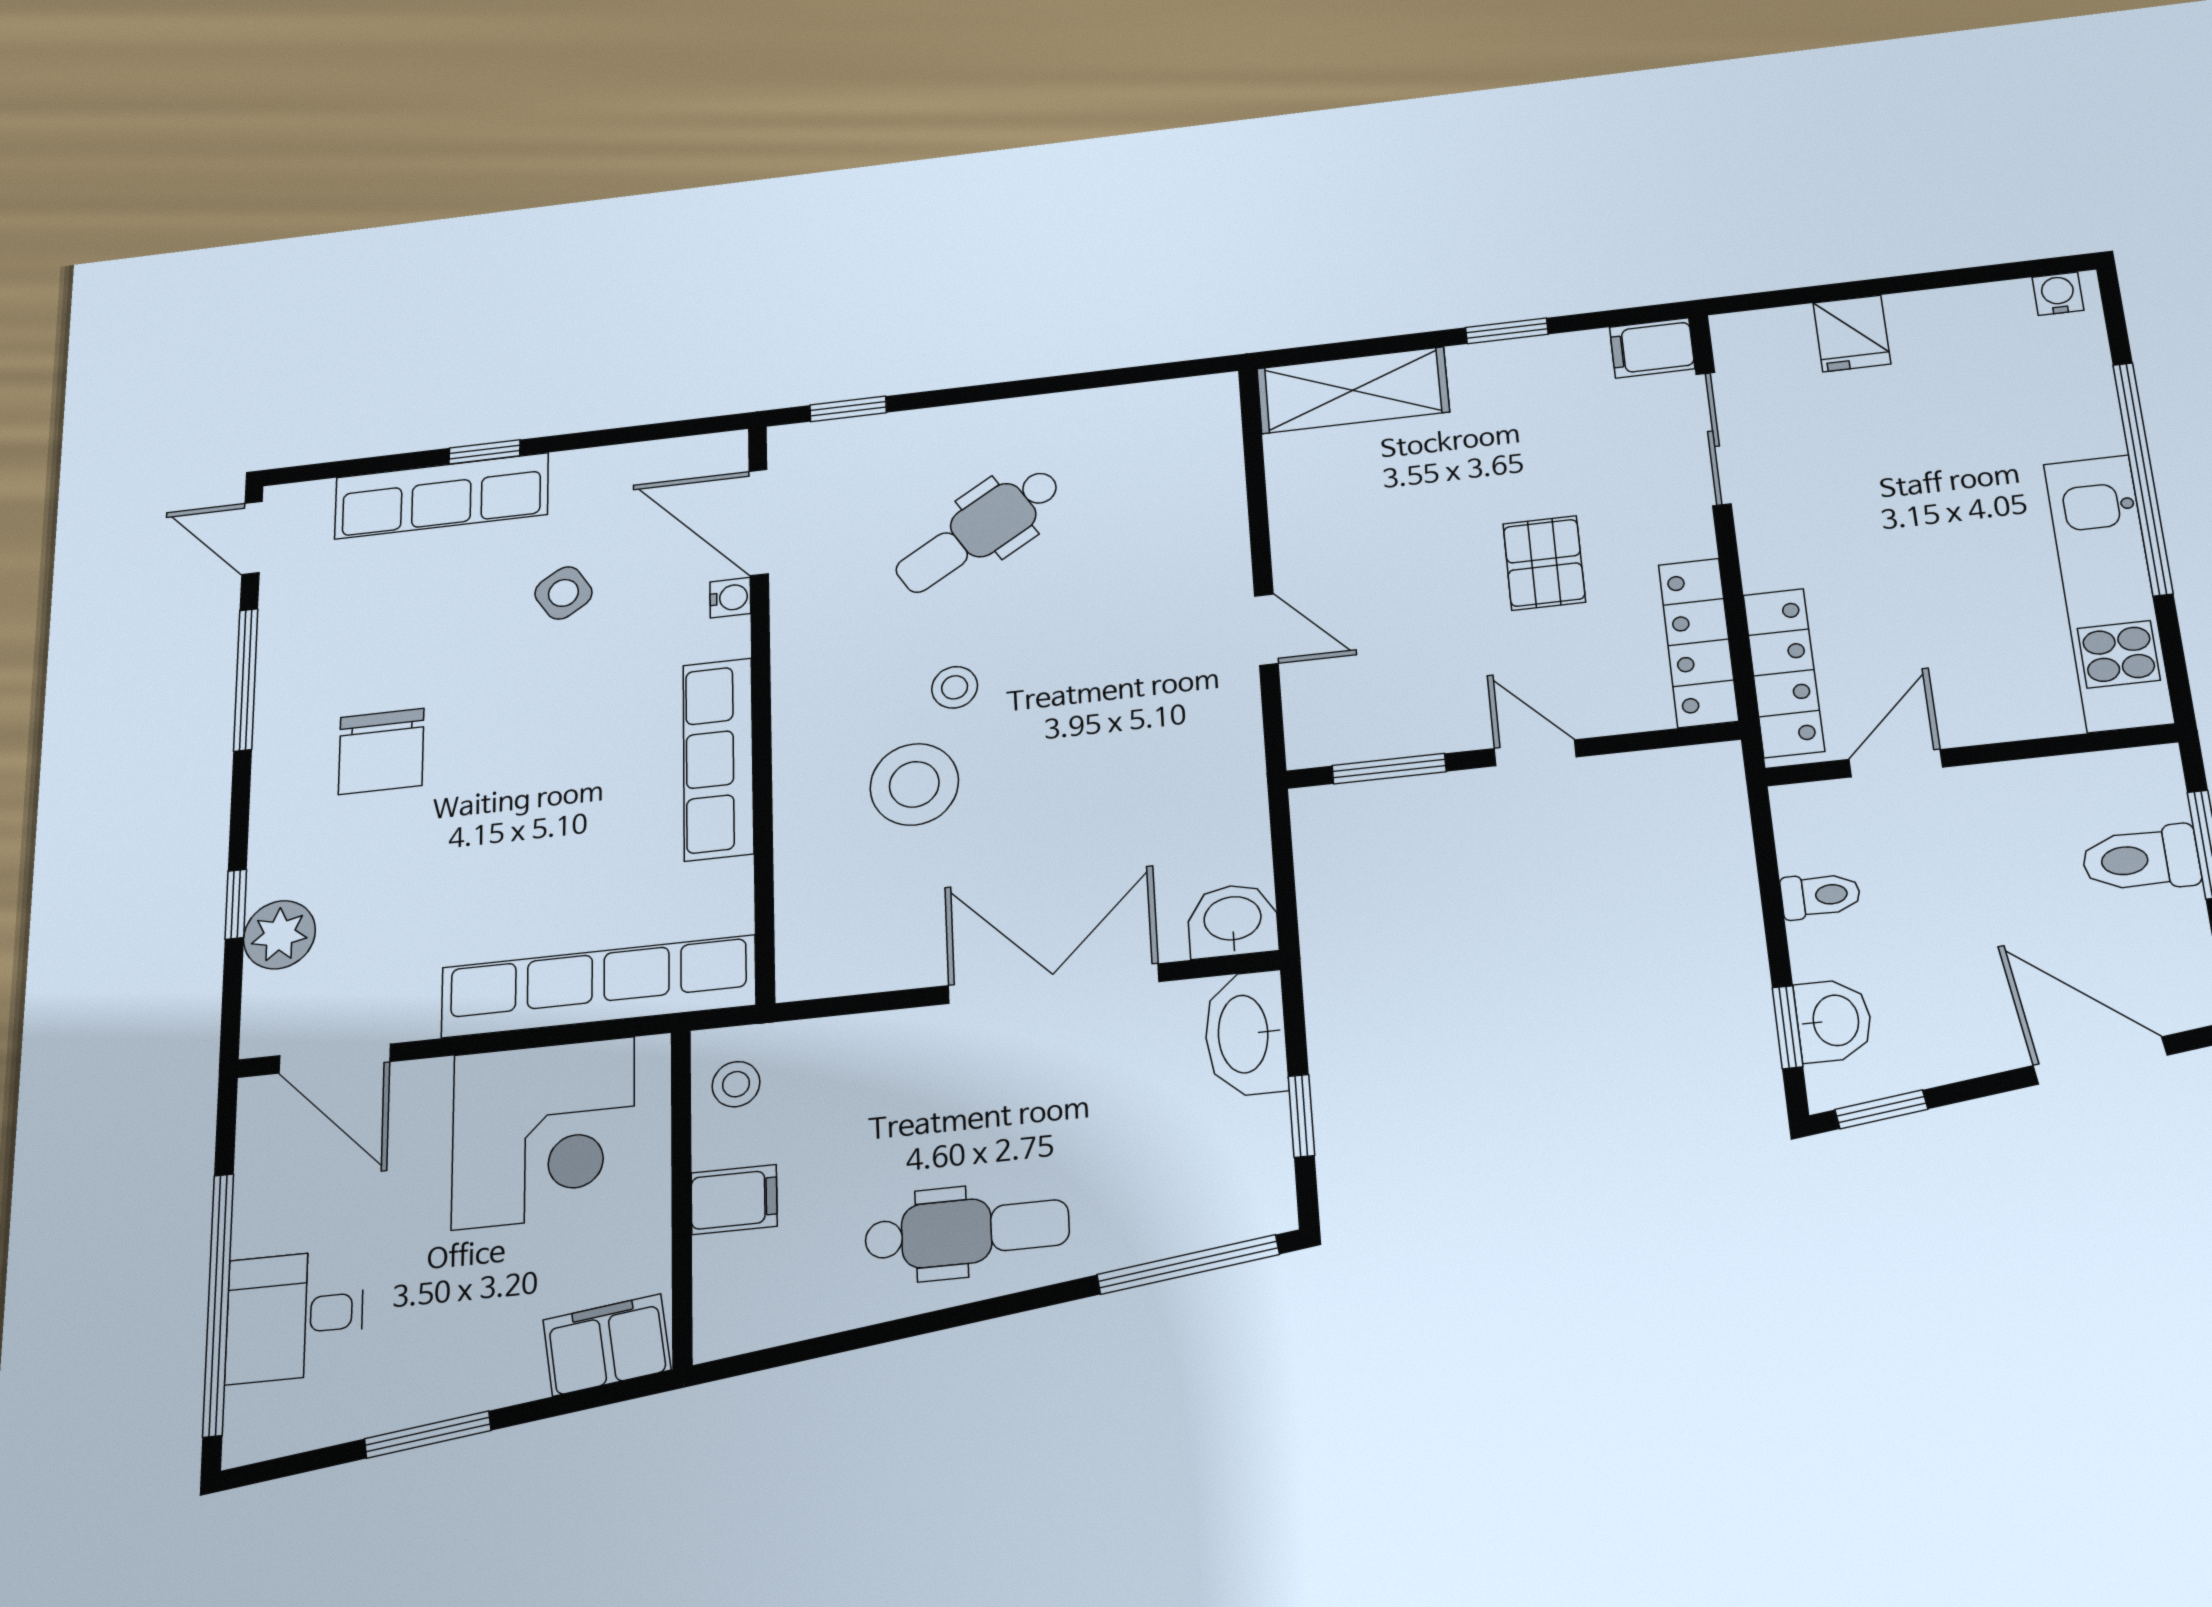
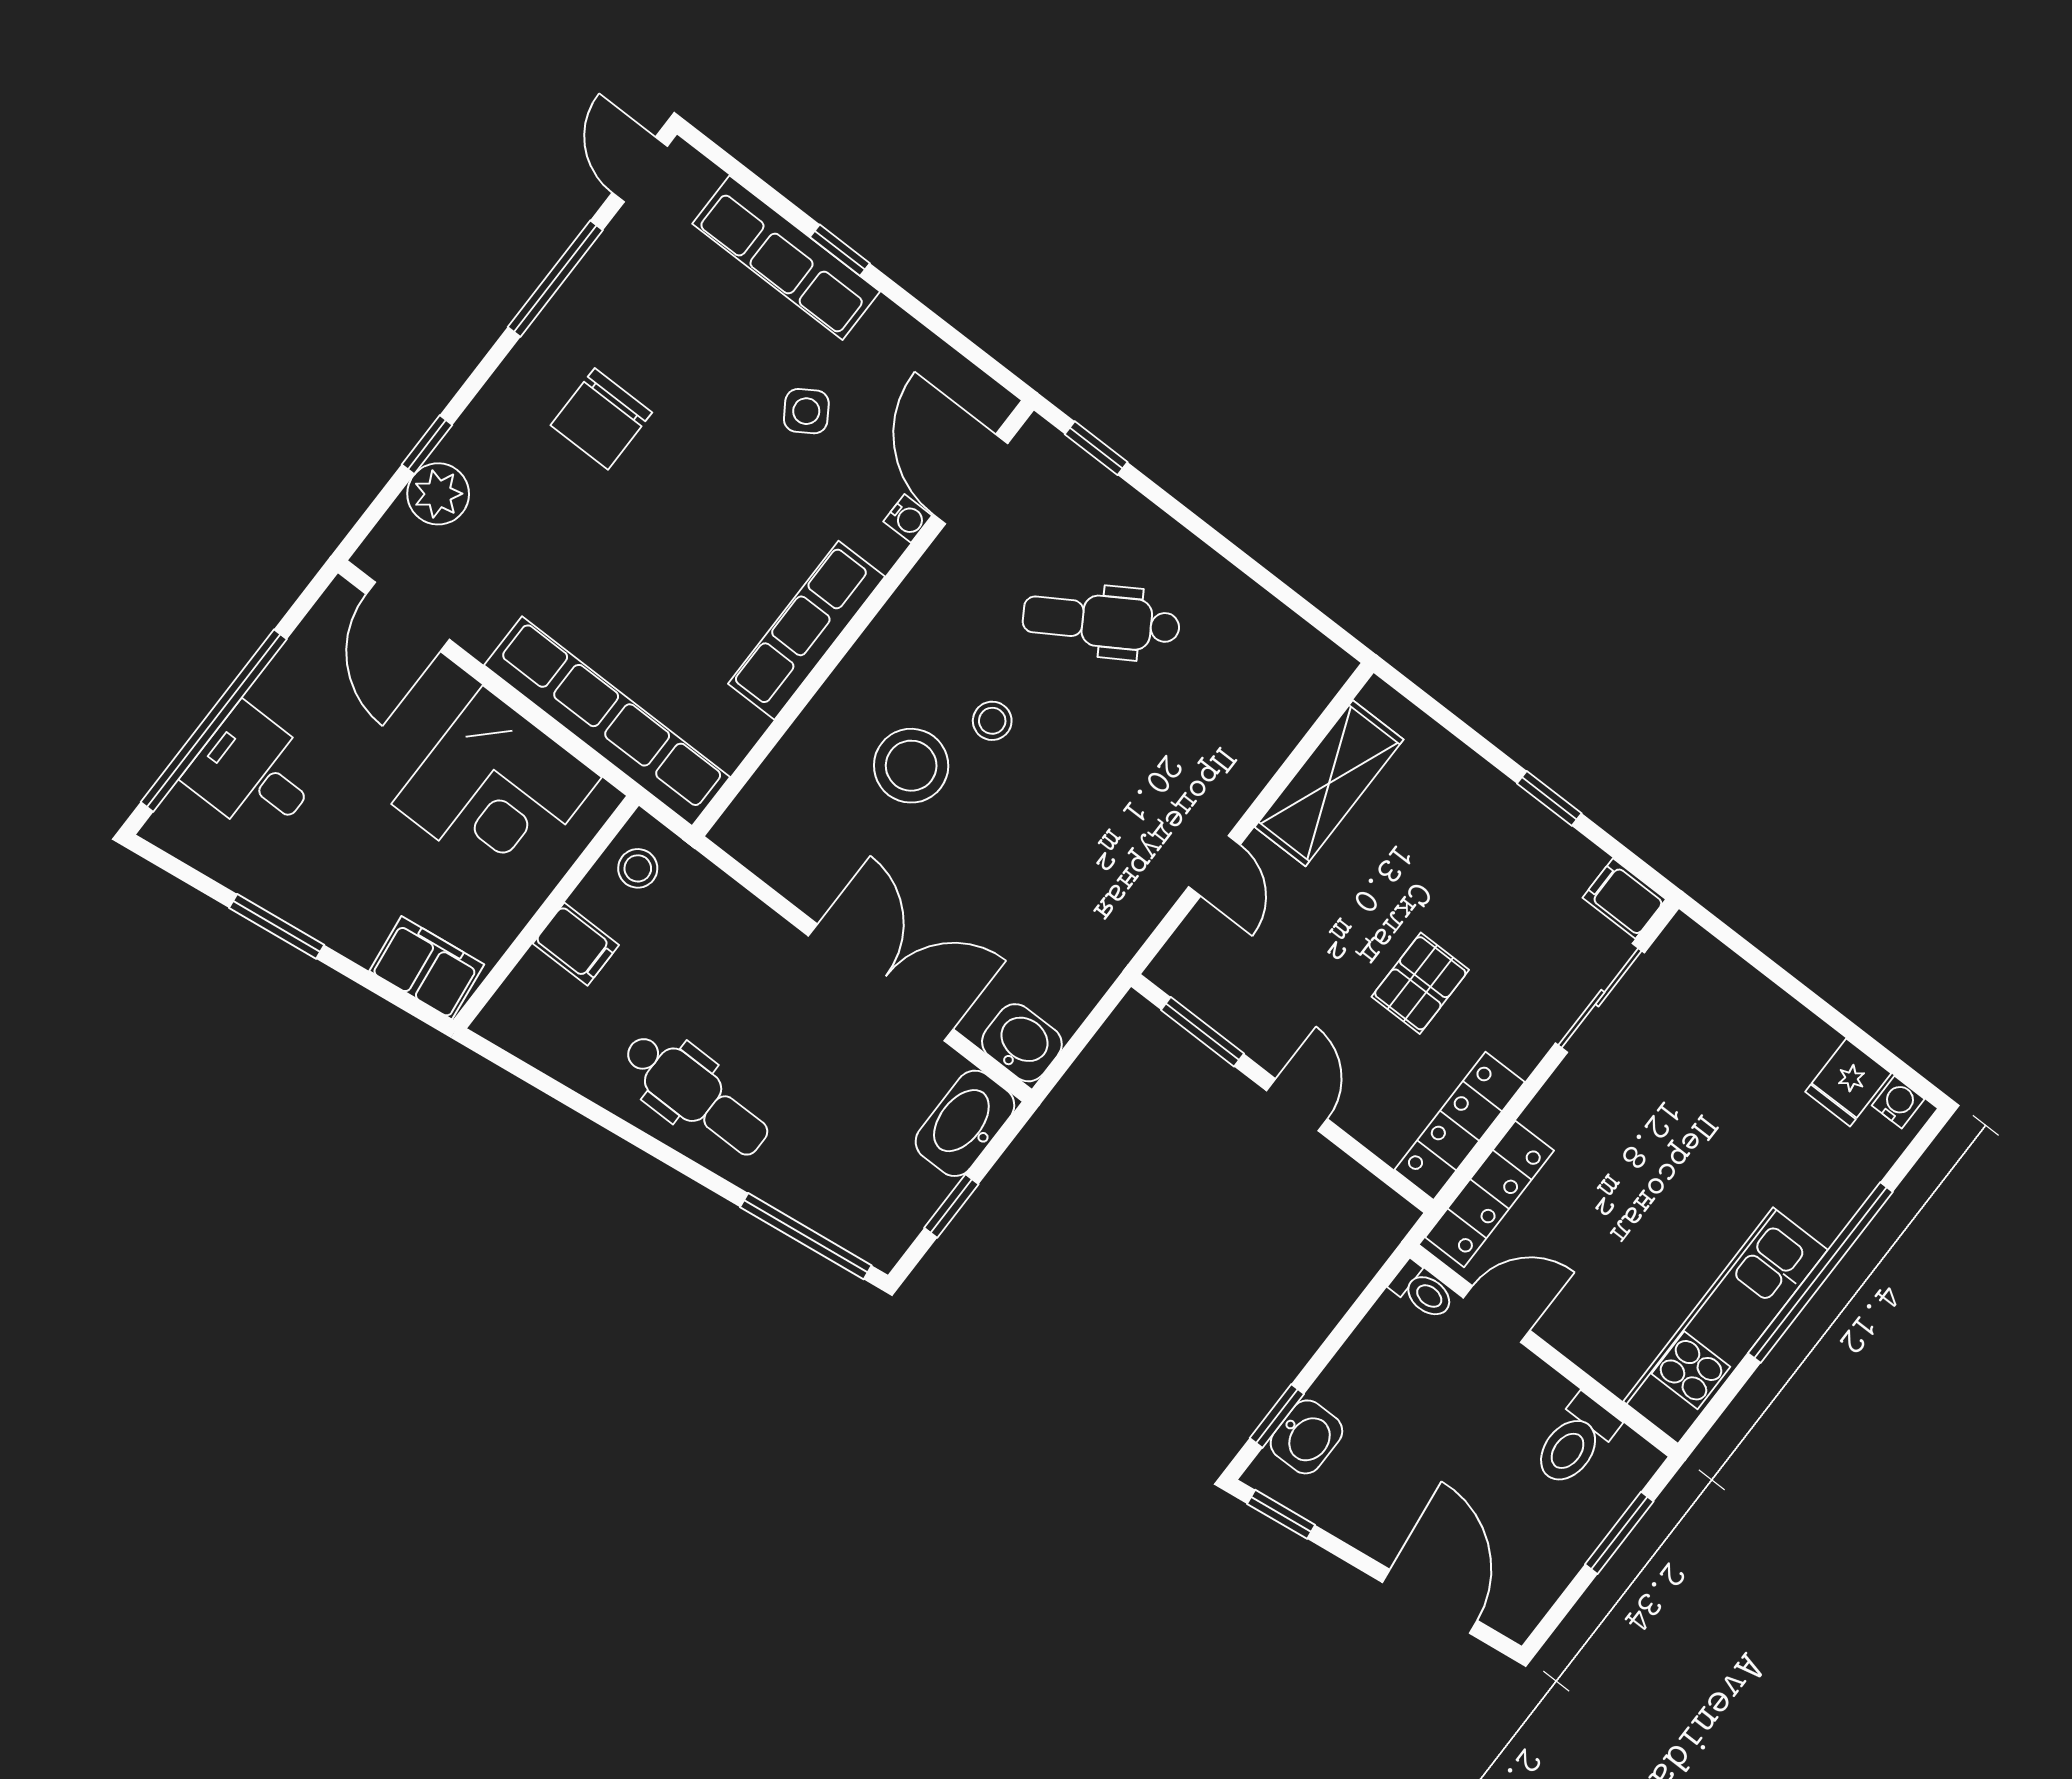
fridge: (1852, 333) -> (1848, 1082), moved
shelving: (1353, 390) -> (1329, 783), moved, turned 90
toilet: (2141, 859) -> (1575, 1441), moved, turned -90
toilet: (1821, 895) -> (1422, 1291), moved

